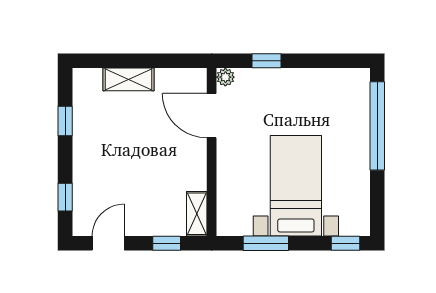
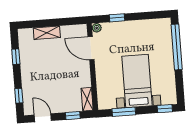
door: (108, 243) -> (43, 118), hinge flipped

